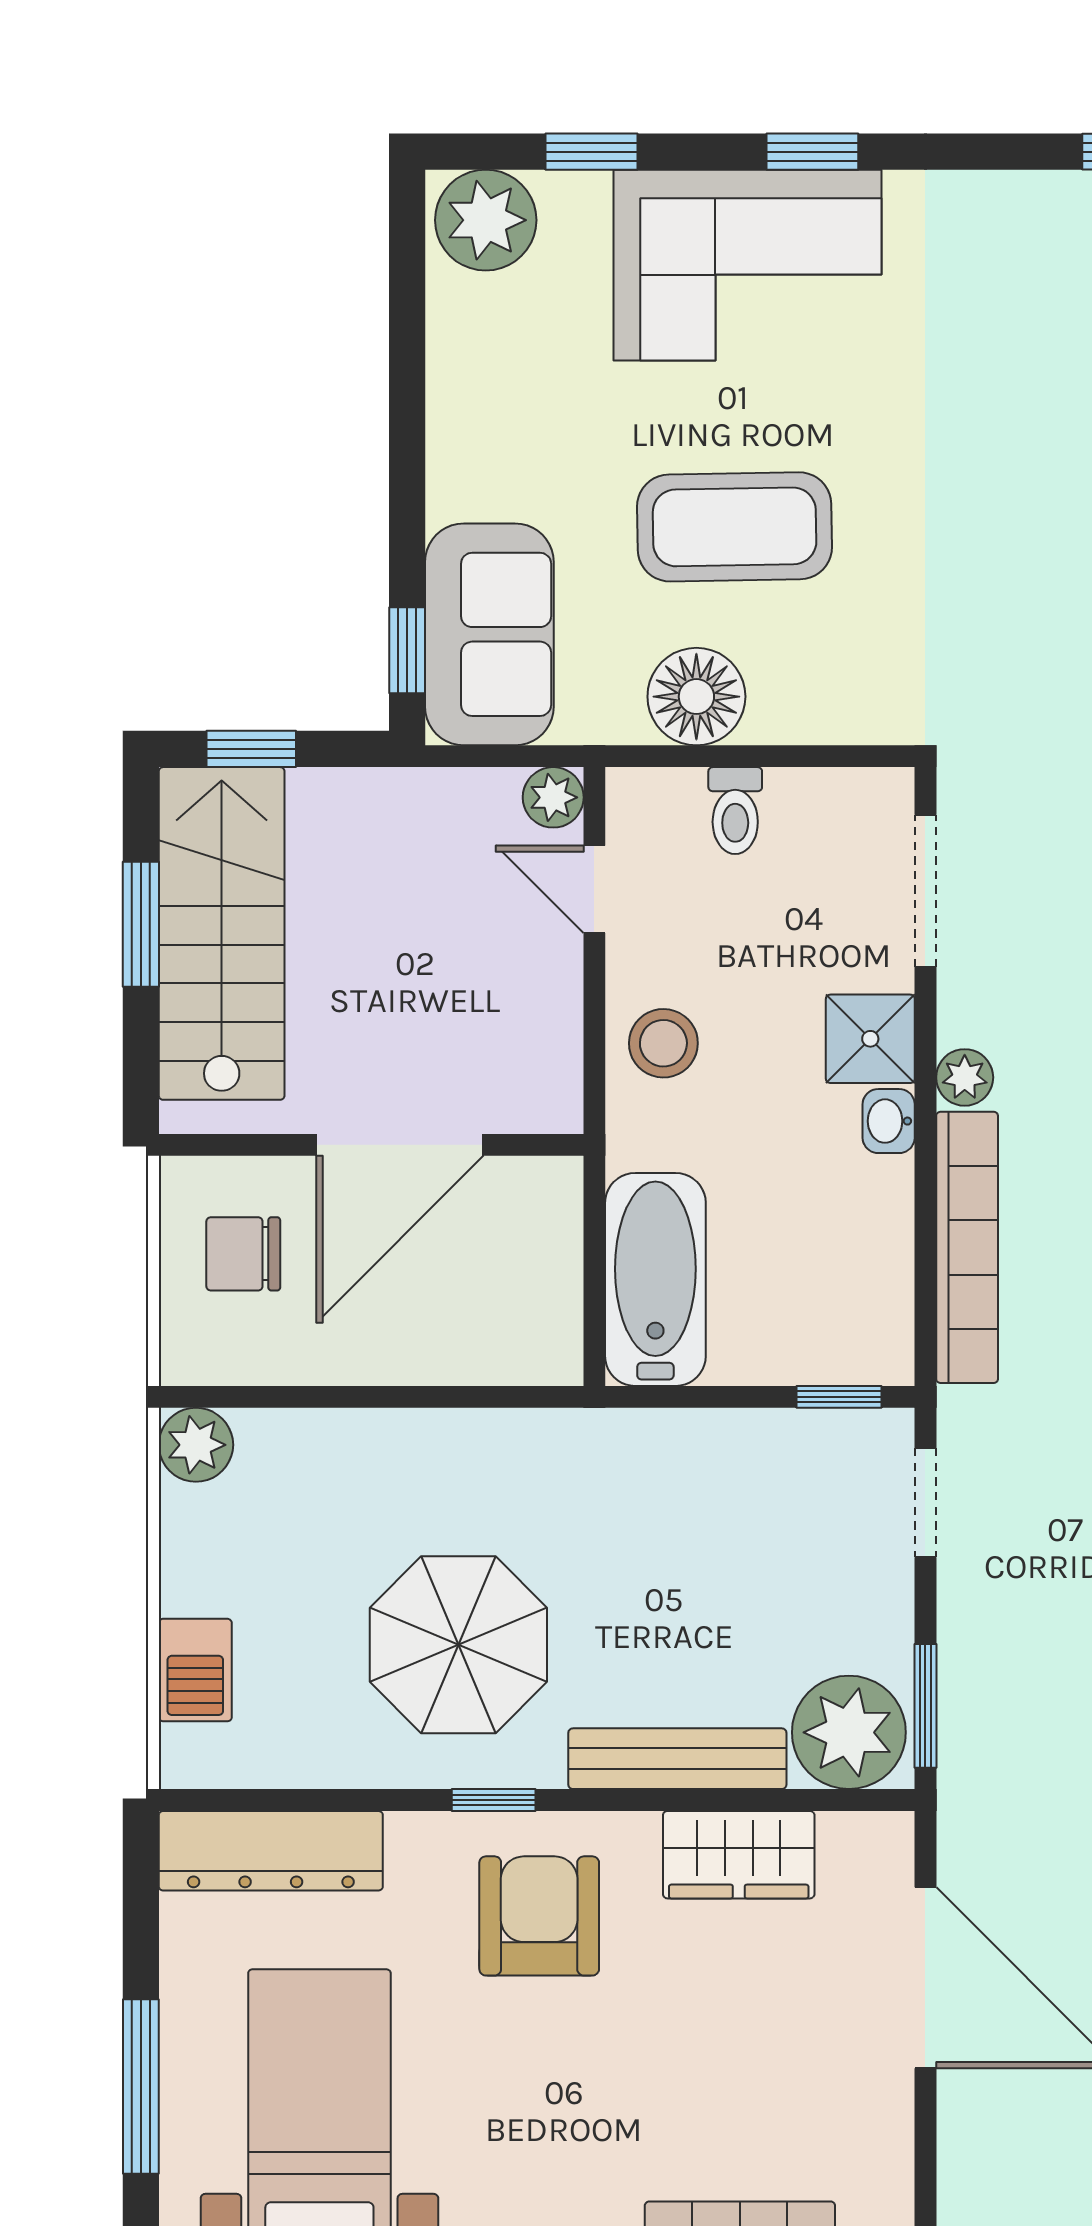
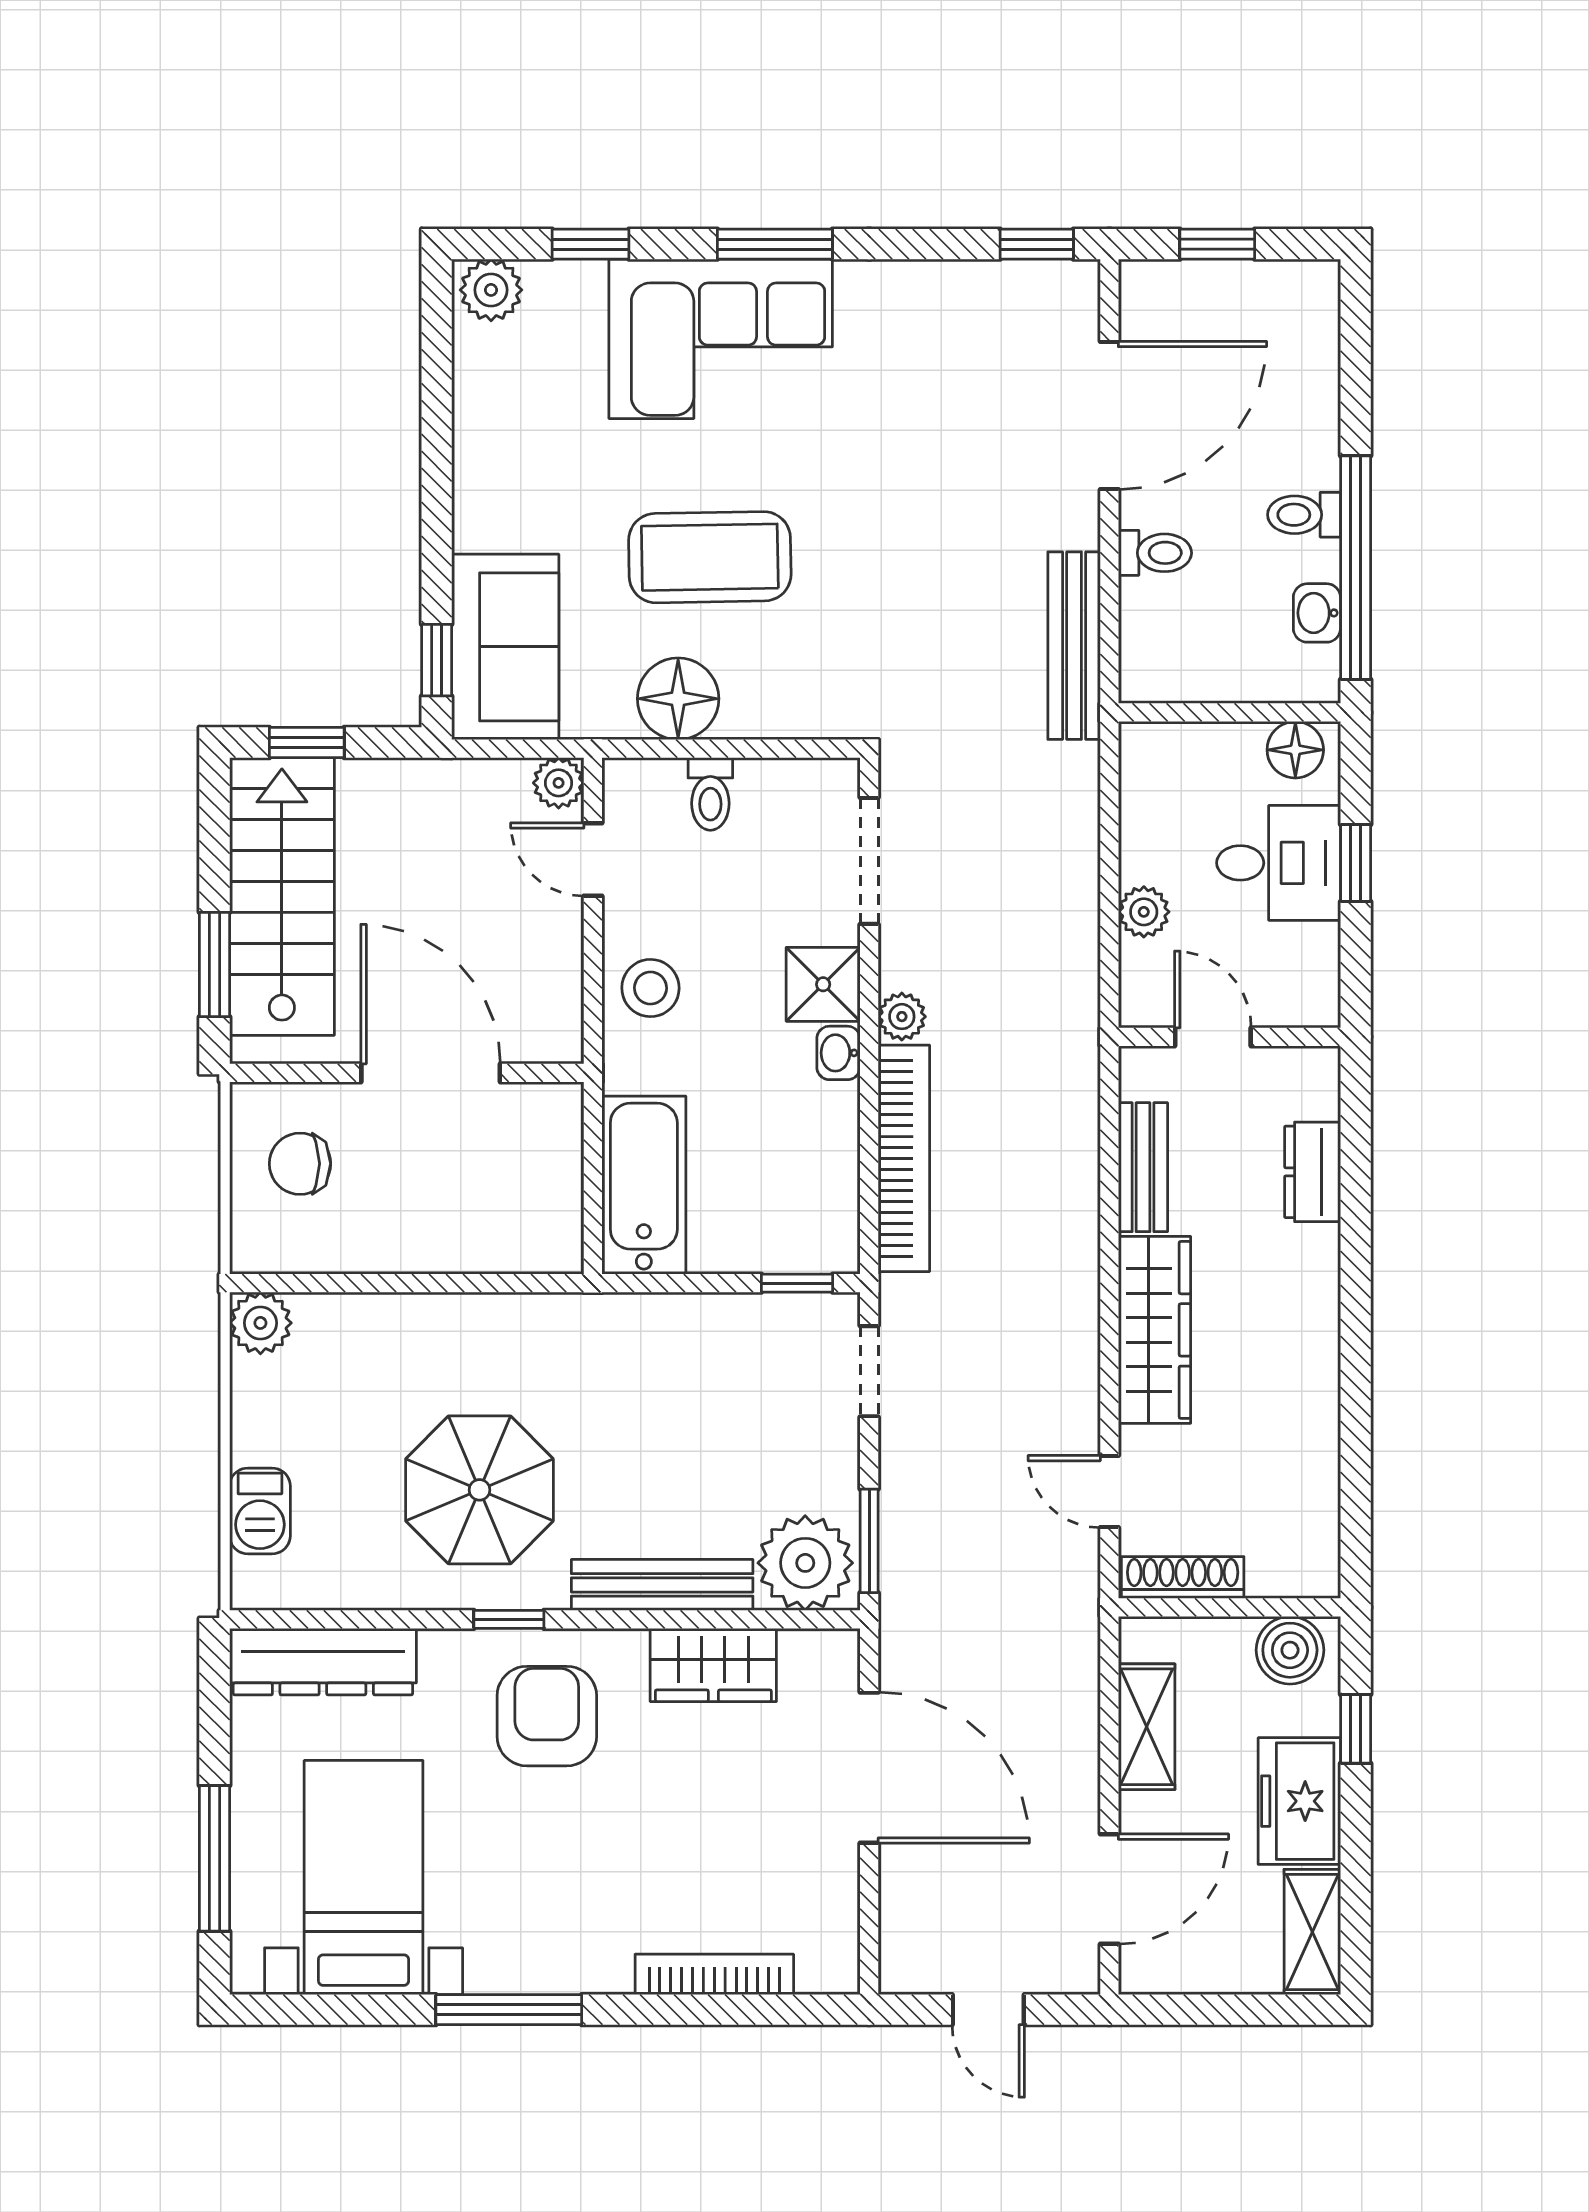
window: (812, 152) -> (775, 244), width x1.50
plant: (486, 220) -> (491, 290), width x0.73, depth x0.73
window: (141, 924) -> (214, 965), moved
door: (400, 1145) -> (431, 1073), swing flipped

